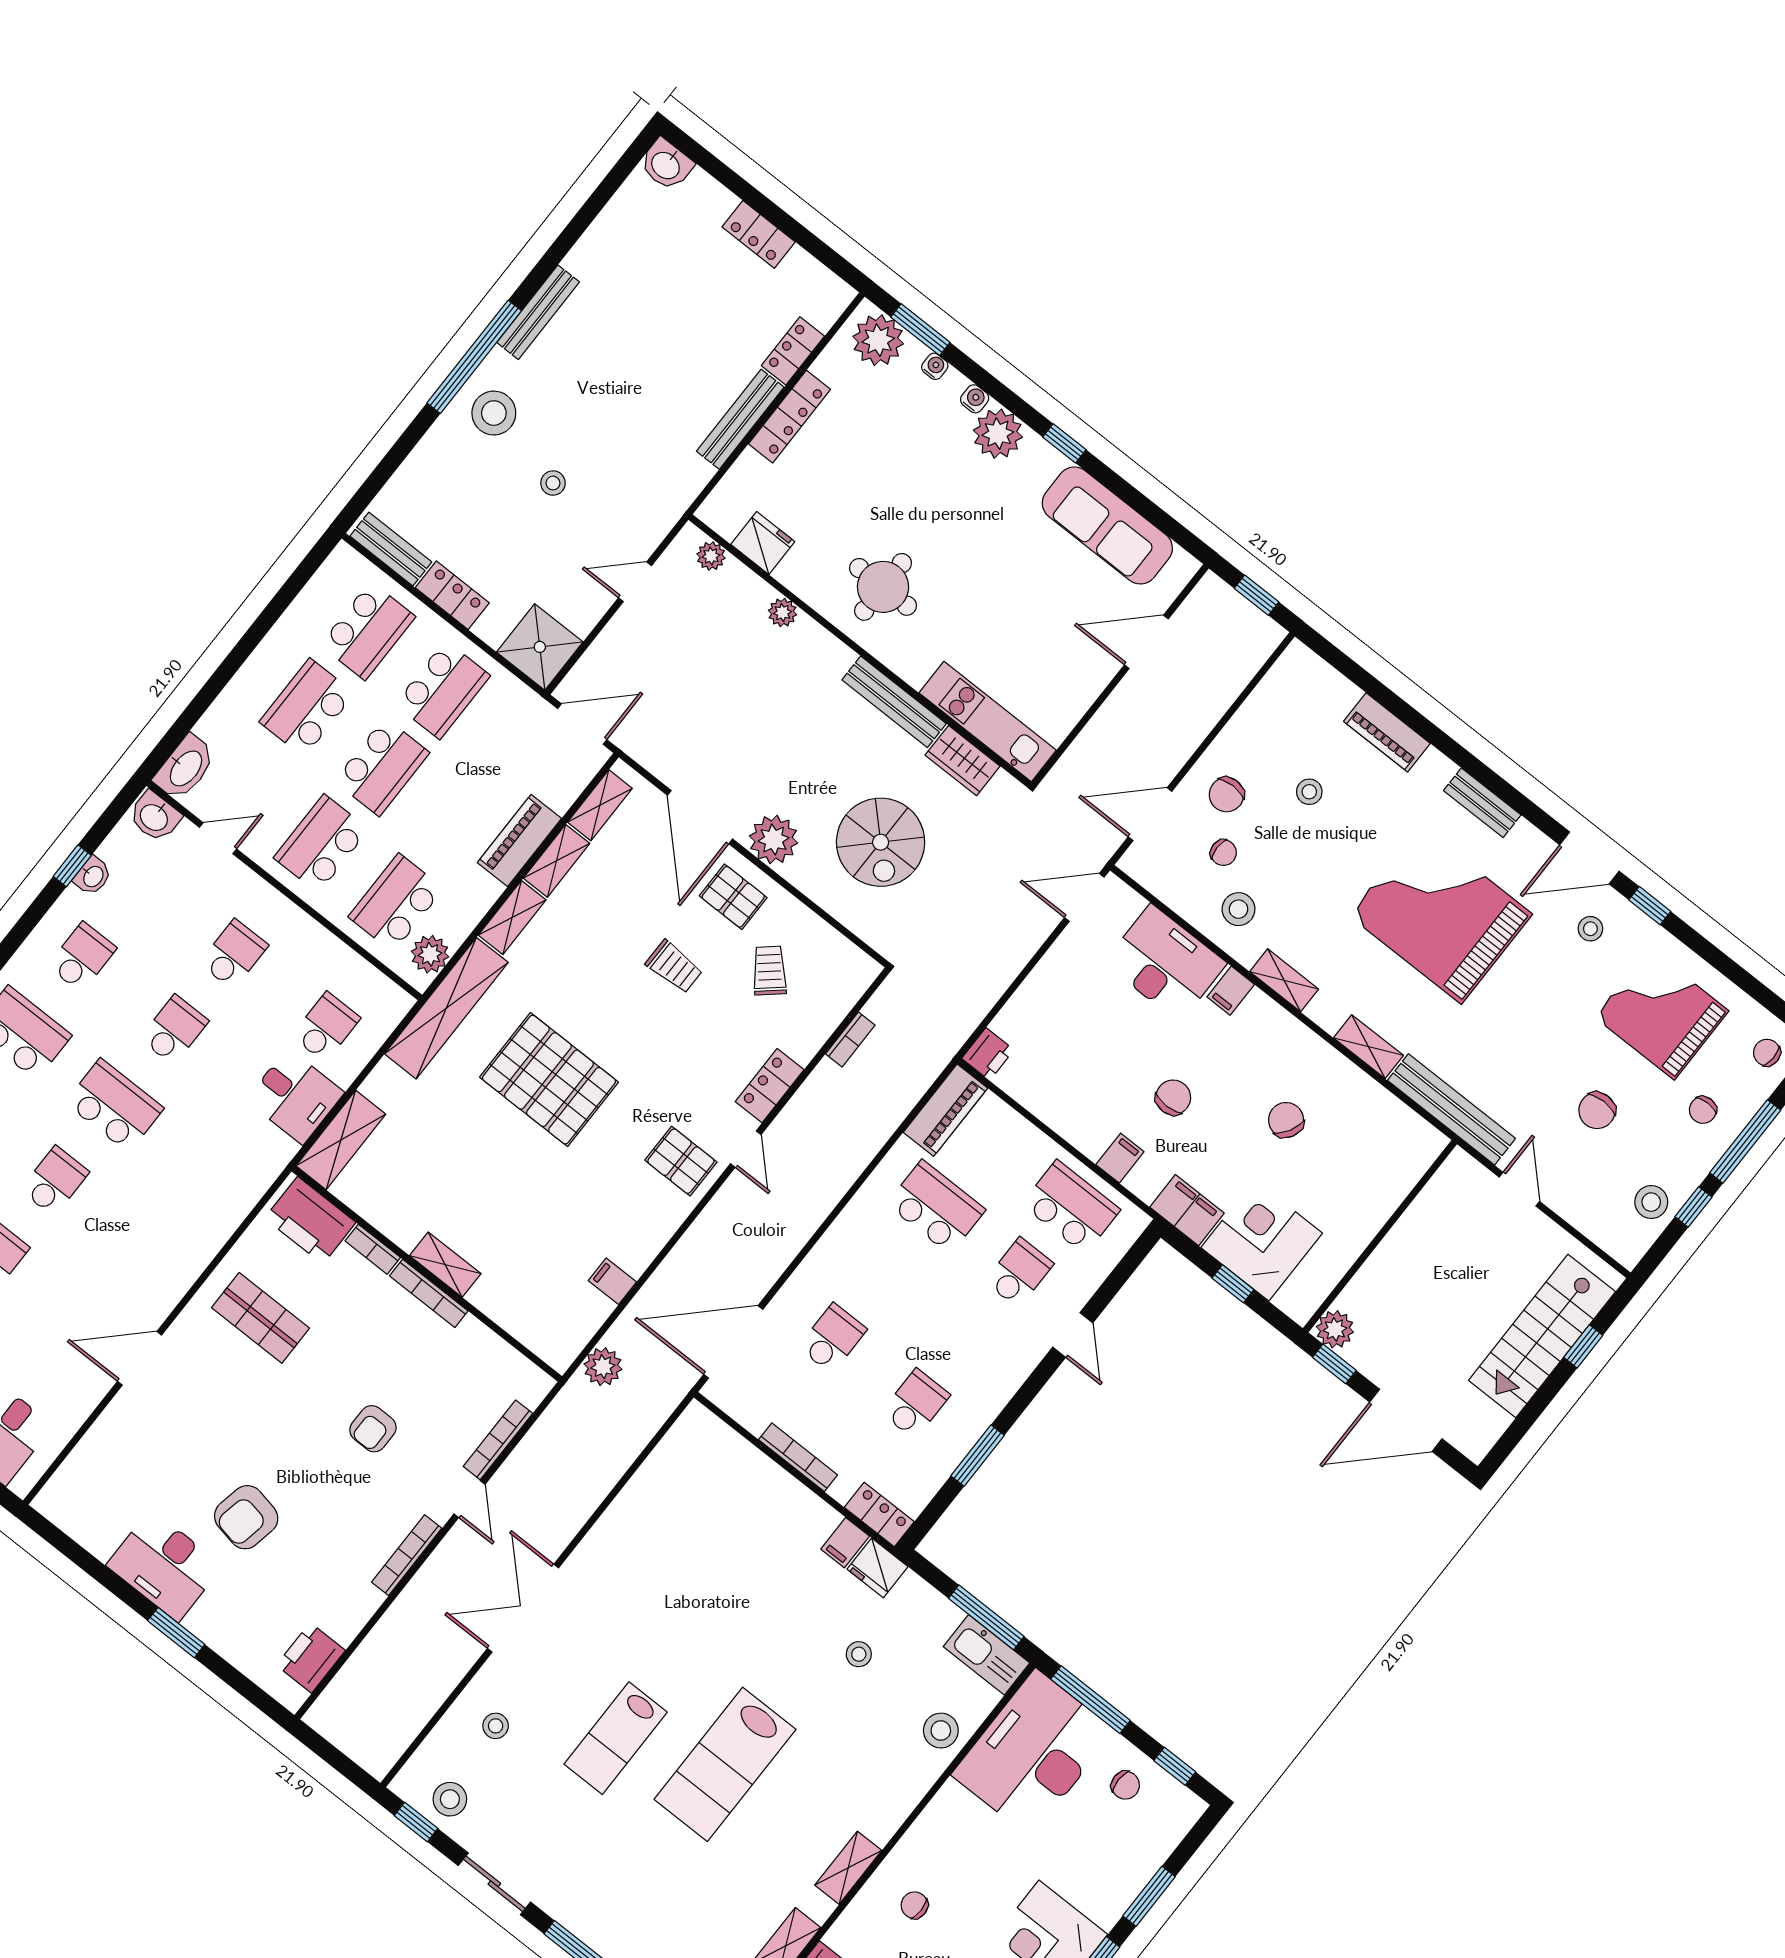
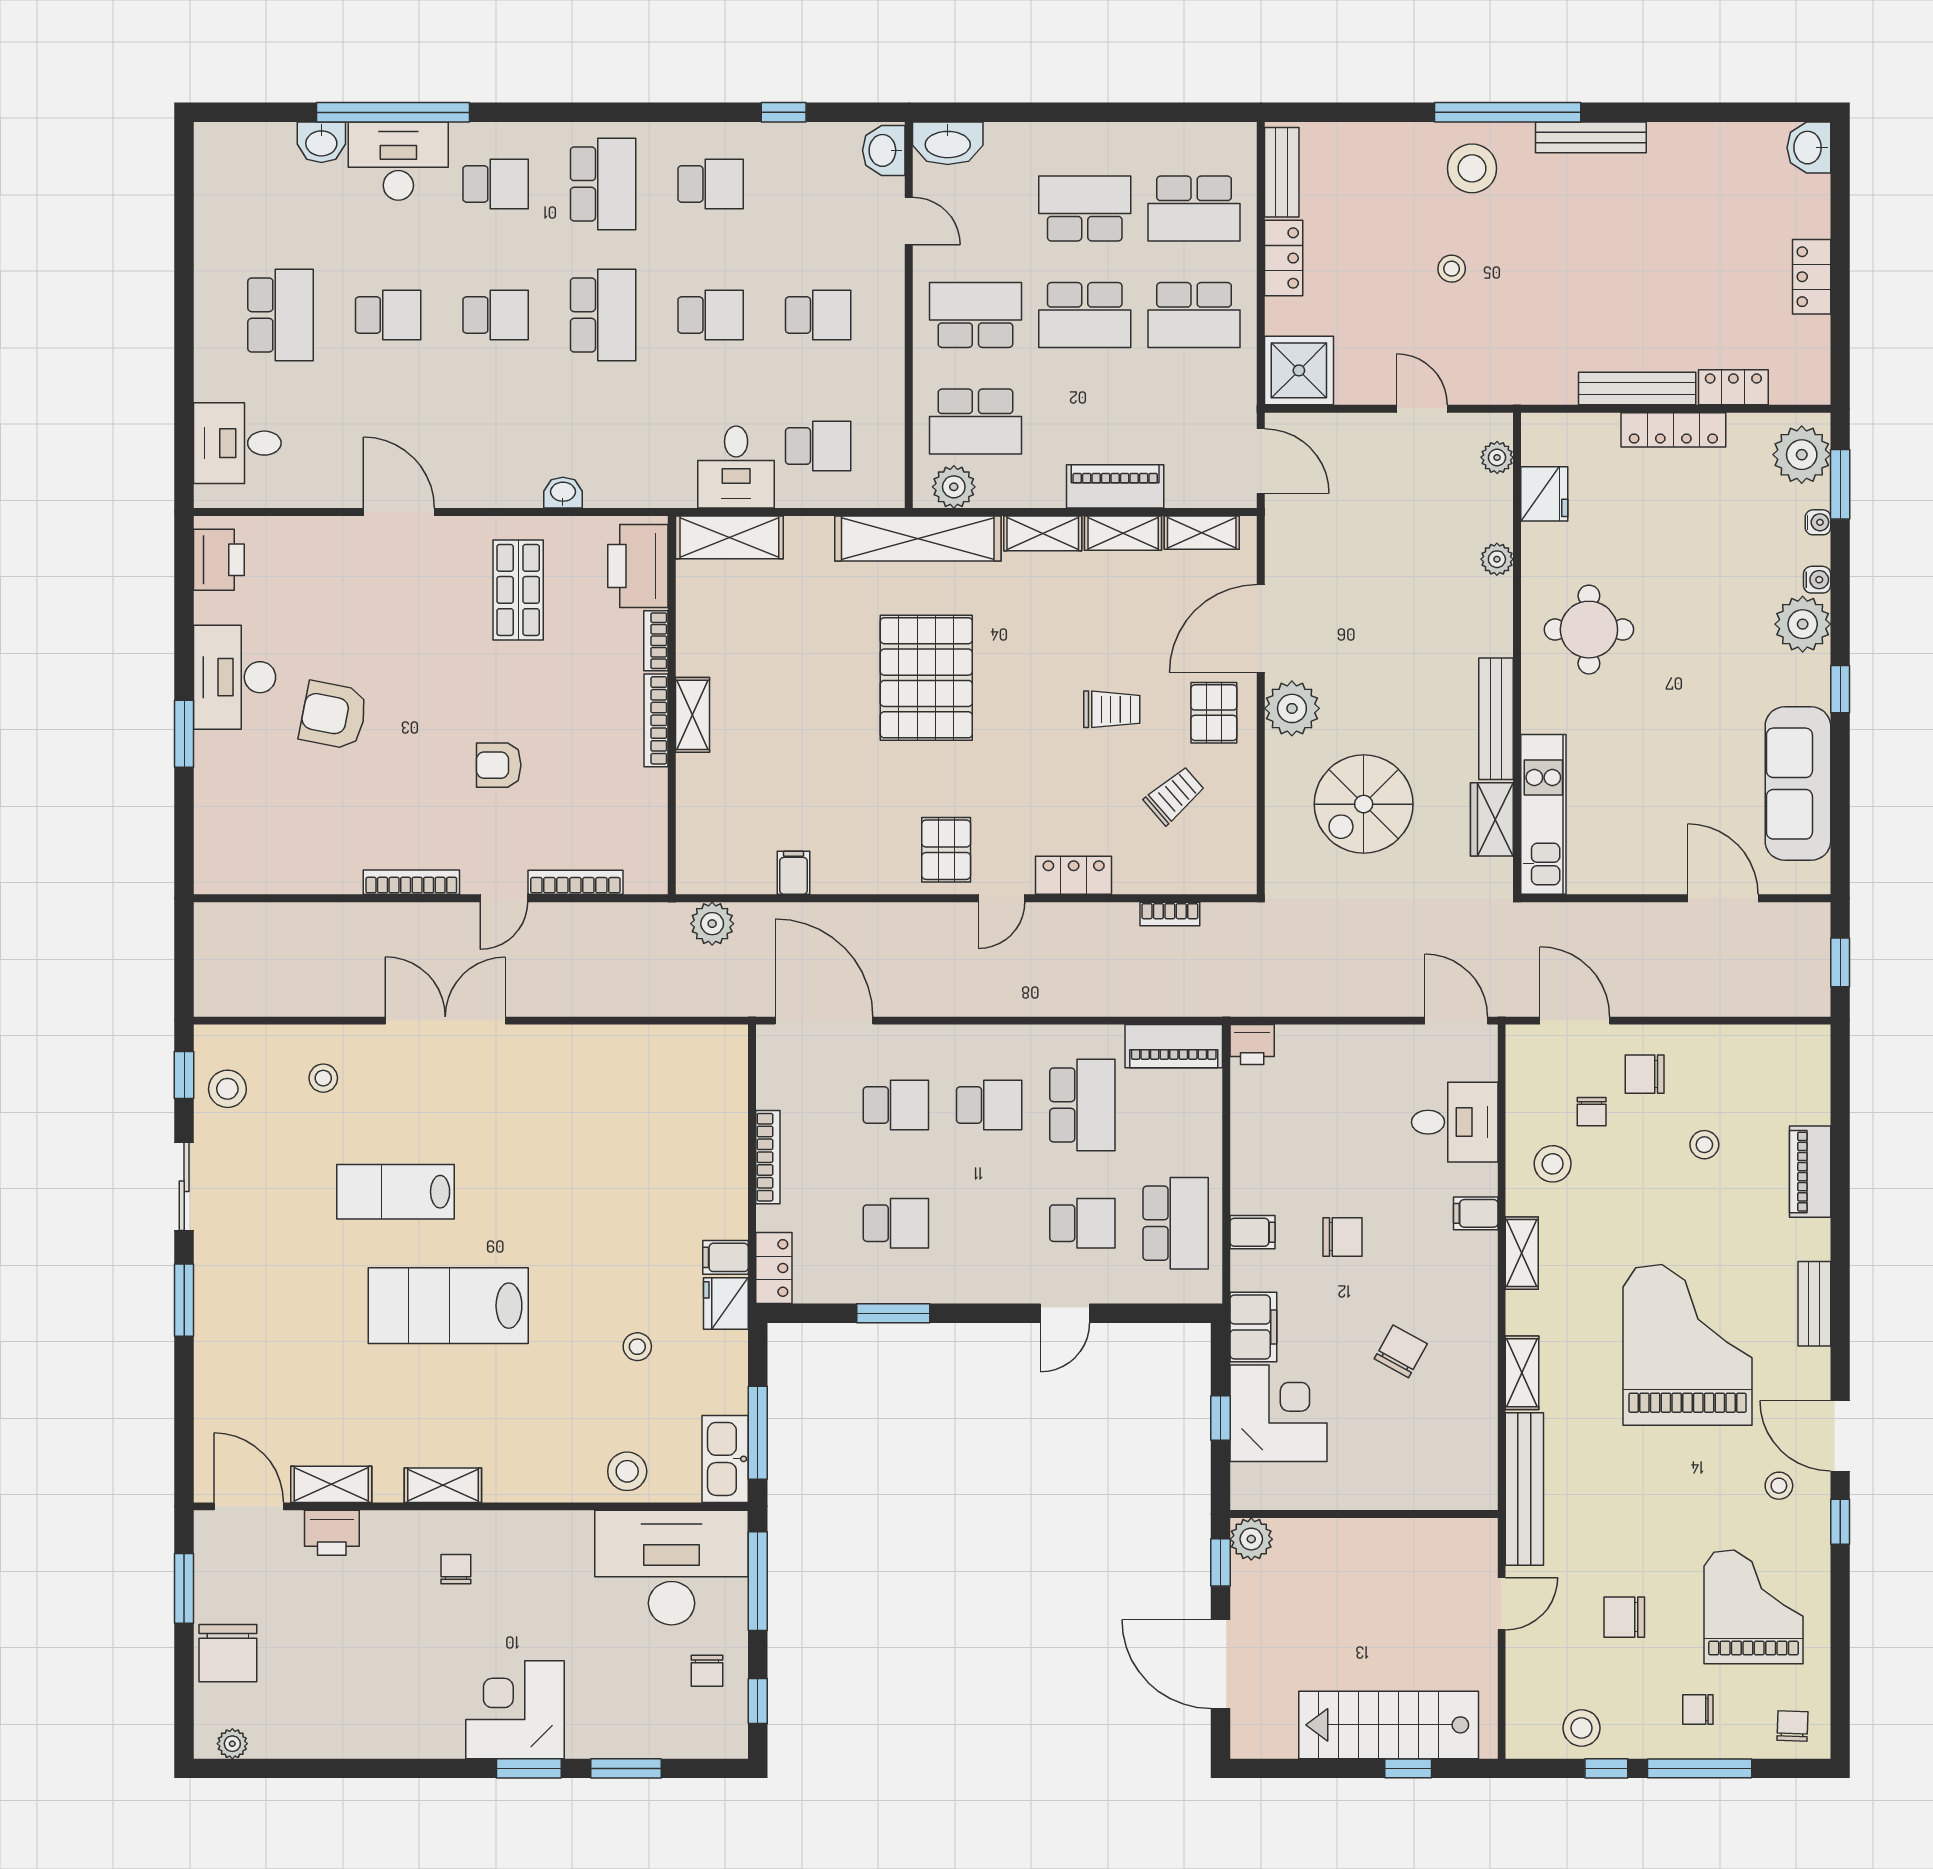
washbasin: (93, 876) -> (563, 493), moved, turned 180
school desk: (396, 903) -> (975, 421), turned 180
desk: (1165, 963) -> (1455, 1122), width x0.73
trolley: (674, 967) -> (1112, 709), turned -90
school desk: (884, 1273) -> (989, 1105), added
printer: (311, 1658) -> (219, 560), moved, turned 90

